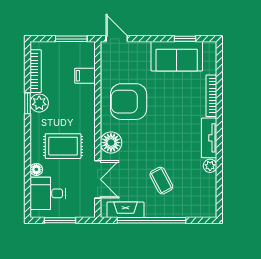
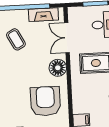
armchair: (129, 102) -> (45, 101), turned -90

